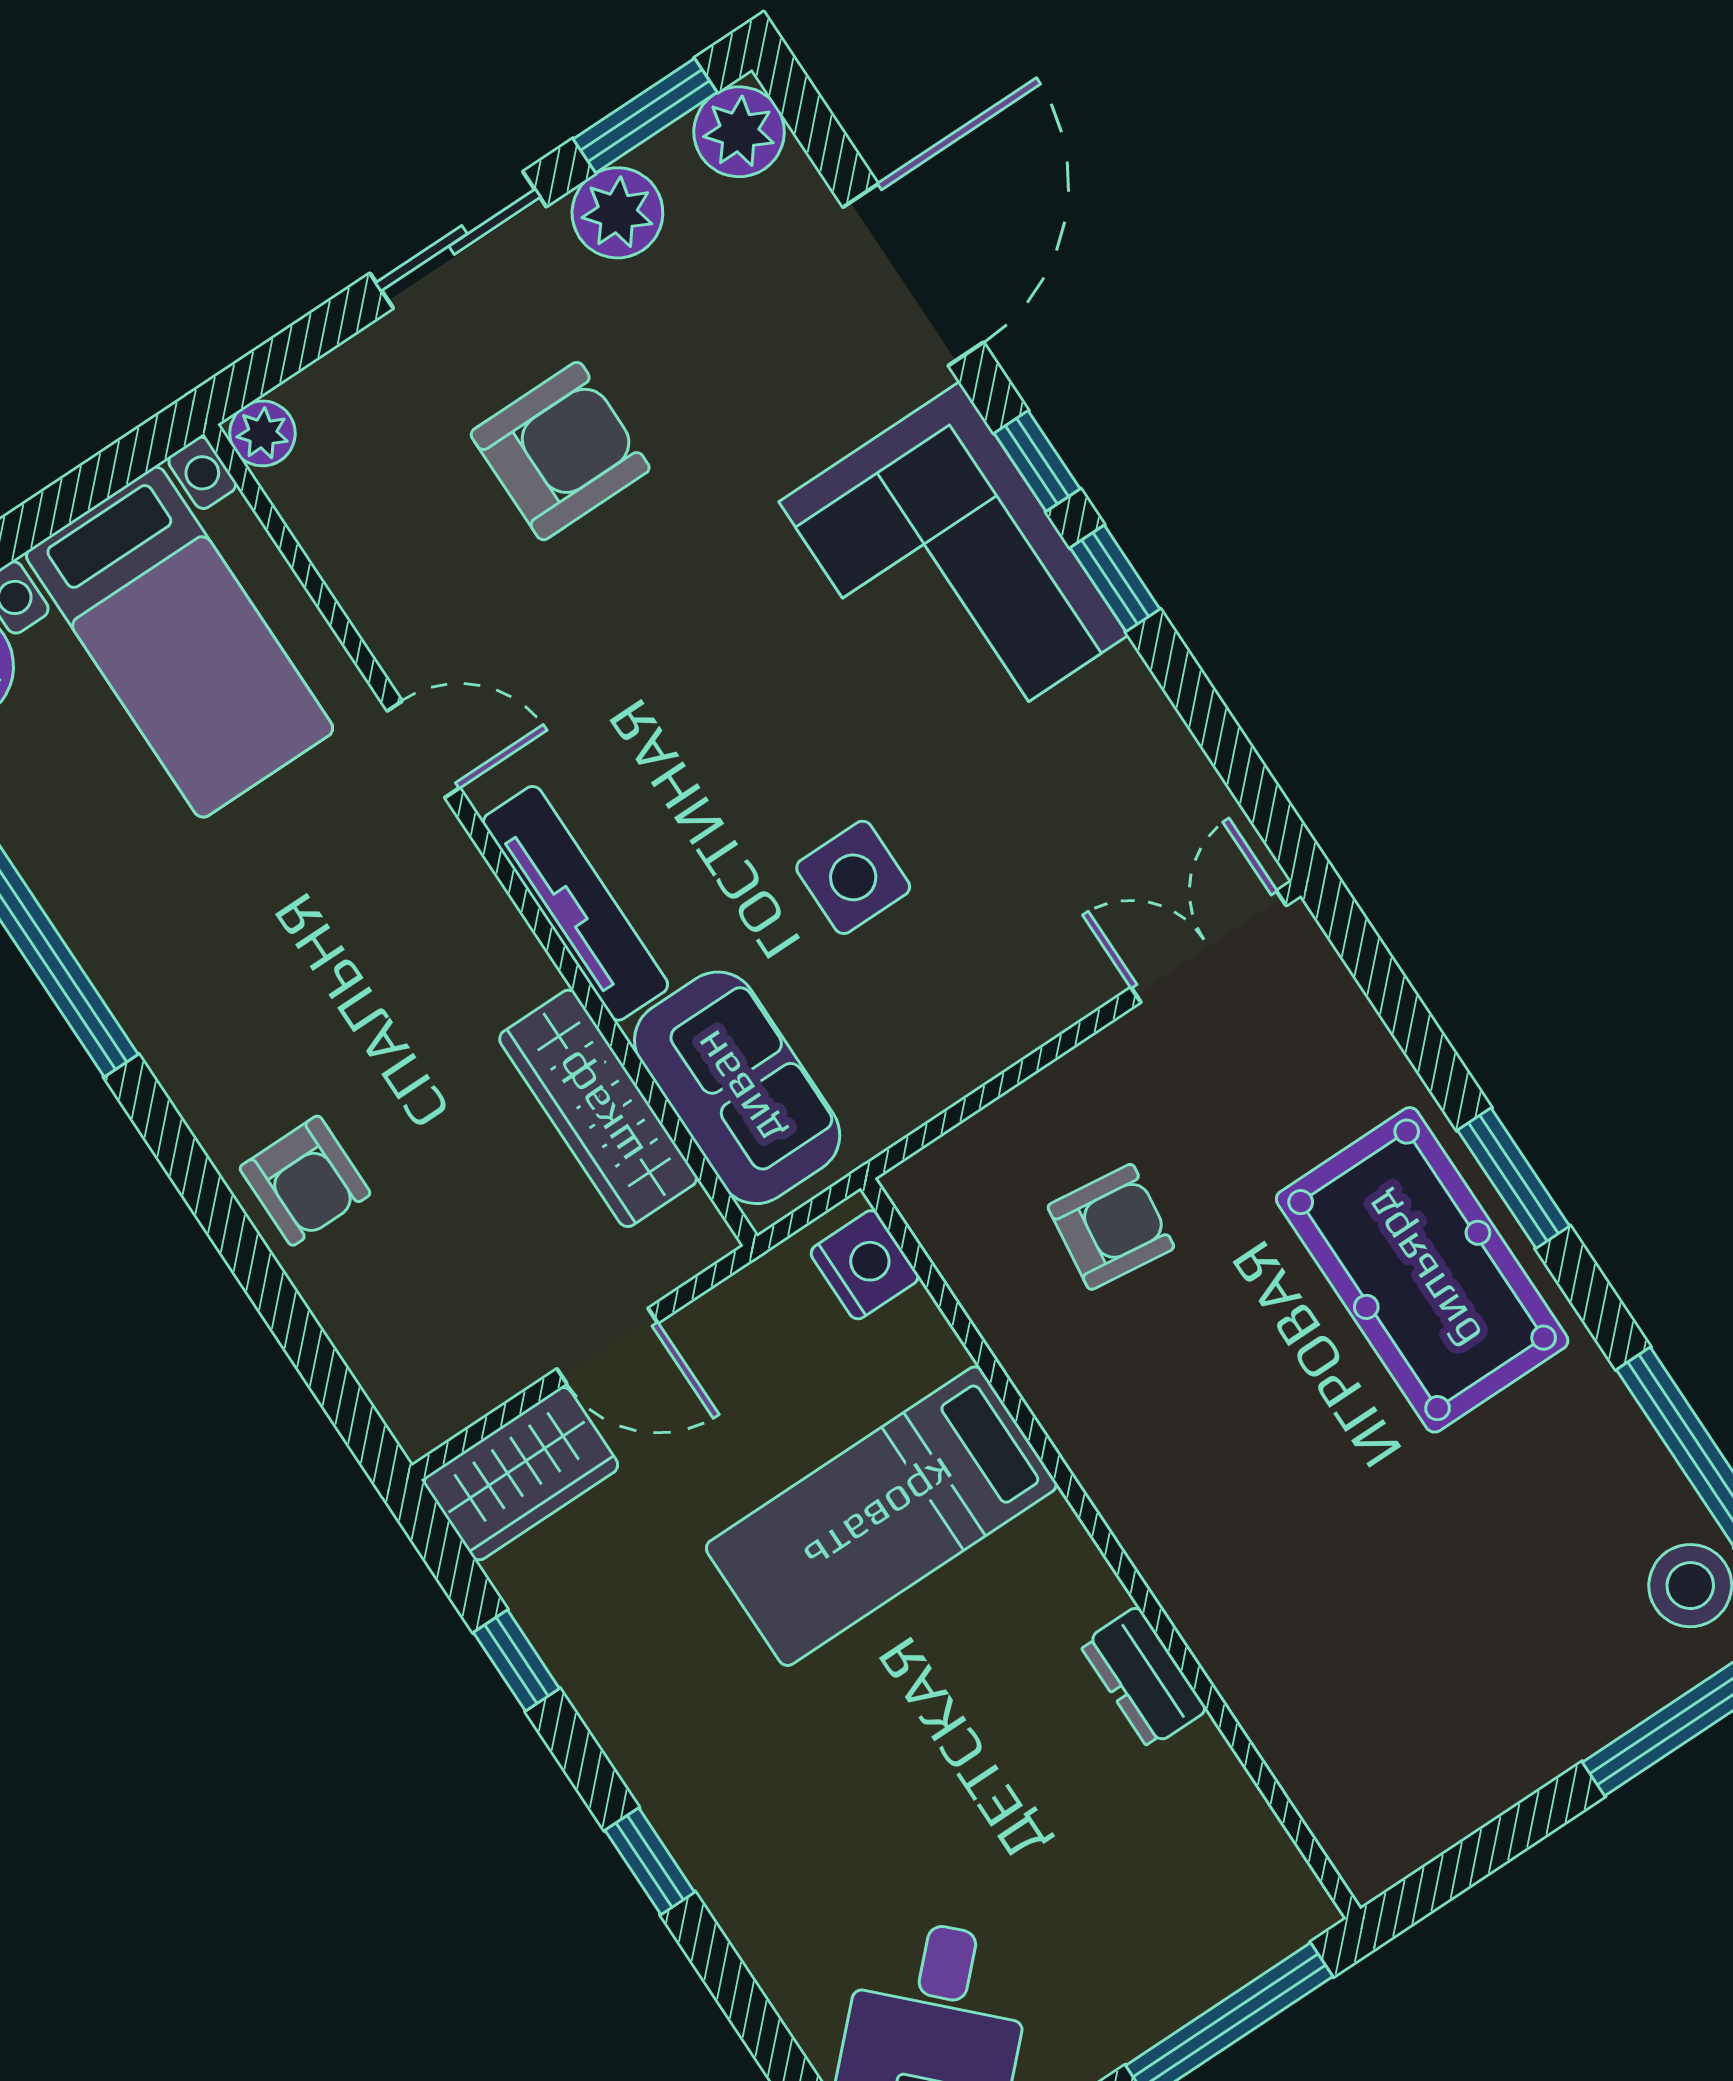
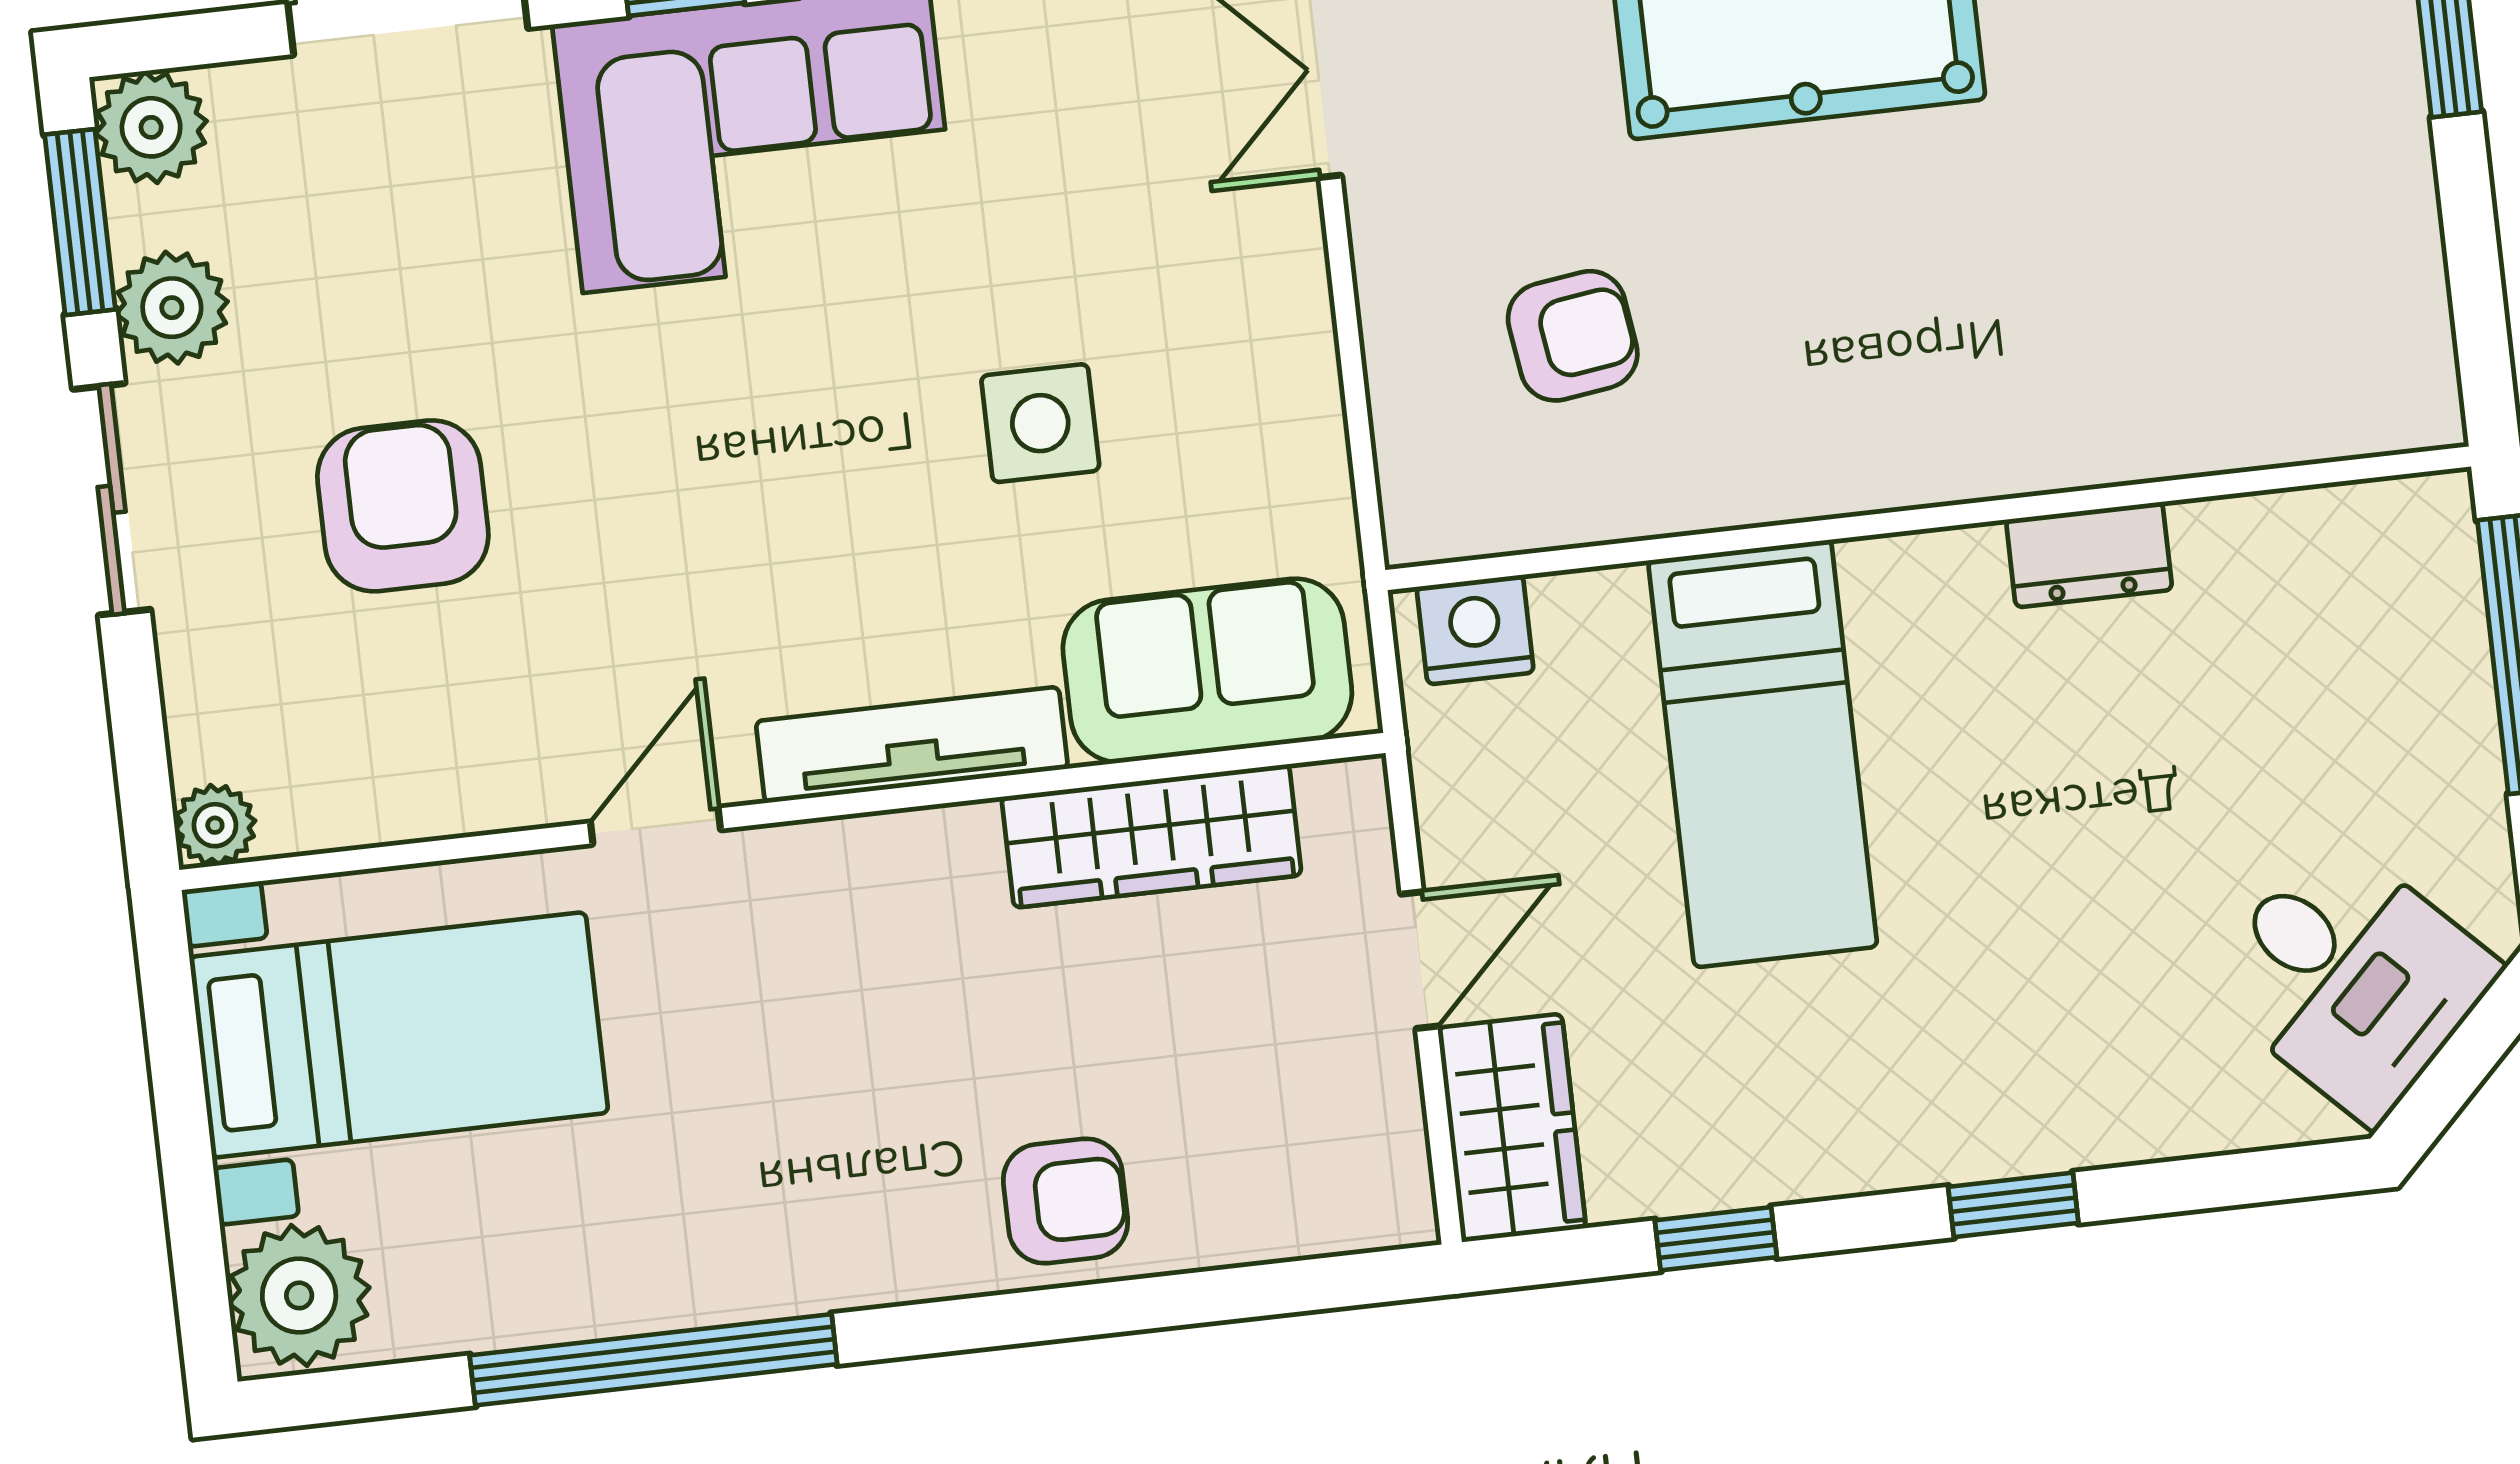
armchair: (1111, 1227) -> (1573, 336), turned 75

